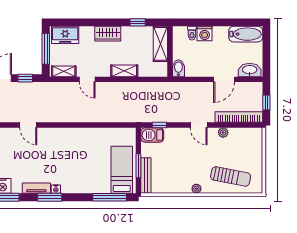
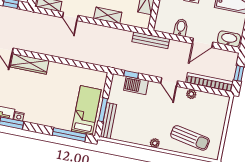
bidet: (178, 68) -> (181, 27), moved
bench: (172, 87) -> (151, 40), added
wardrobe: (56, 135) -> (30, 64), added
barbecue: (152, 135) -> (136, 85), moved

